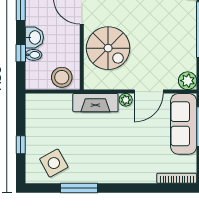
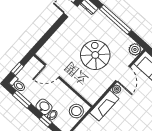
spiral stairs: (108, 48) -> (95, 55), moved, turned -90

